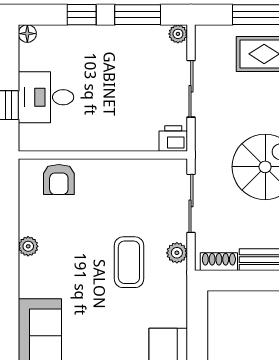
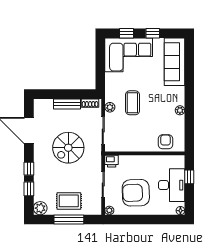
window: (82, 15) -> (155, 220), removed
window: (138, 15) -> (128, 220), removed
armchair: (122, 71) -> (136, 193), added
desk: (46, 97) -> (172, 185), width x1.37

